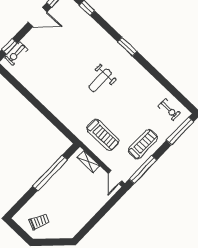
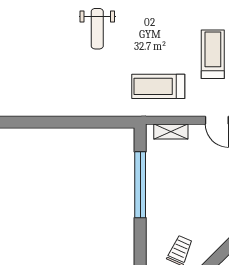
treadmill: (103, 135) -> (158, 86), turned 180

